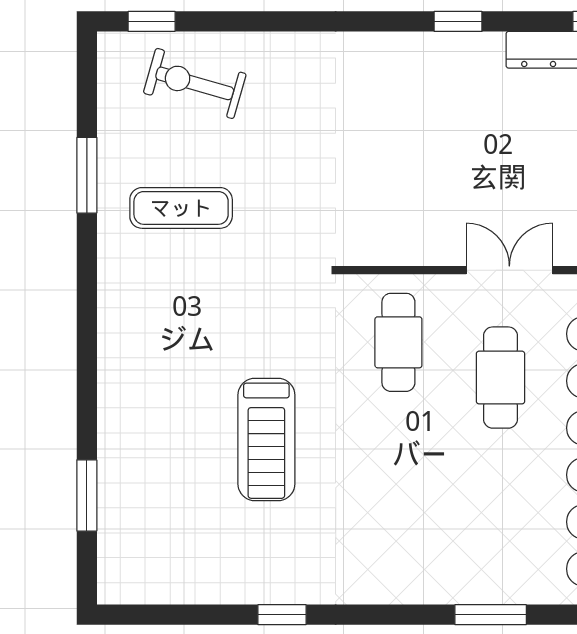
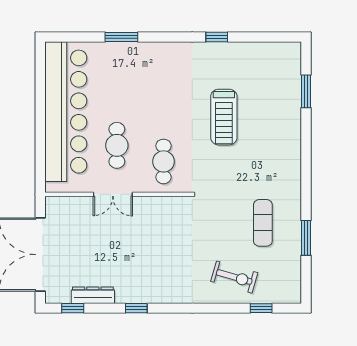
window: (152, 21) -> (261, 308), moved
exercise bike: (195, 83) -> (234, 277), moved
exercise mat: (181, 208) -> (263, 223), turned 90
treadmill: (266, 440) -> (224, 117), turned 180

